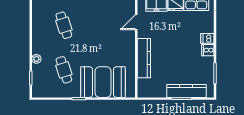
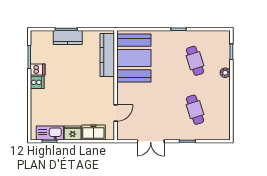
dishwasher: (207, 38) -> (38, 70), moved
kitchen counter: (144, 58) -> (107, 55), moved
booth: (103, 82) -> (134, 58), moved, turned 90
kitchen counter: (186, 91) -> (68, 38), width x0.67

